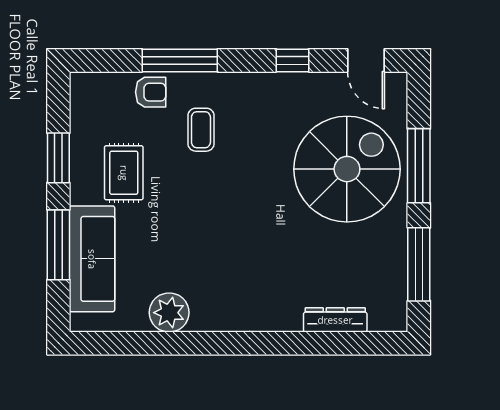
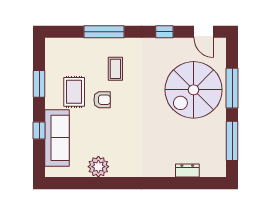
armchair: (151, 92) -> (102, 100), moved
spiral stairs: (347, 169) -> (194, 90), turned 180
window: (58, 245) -> (39, 130), width x0.46
dresser: (335, 320) -> (187, 171), width x0.70

